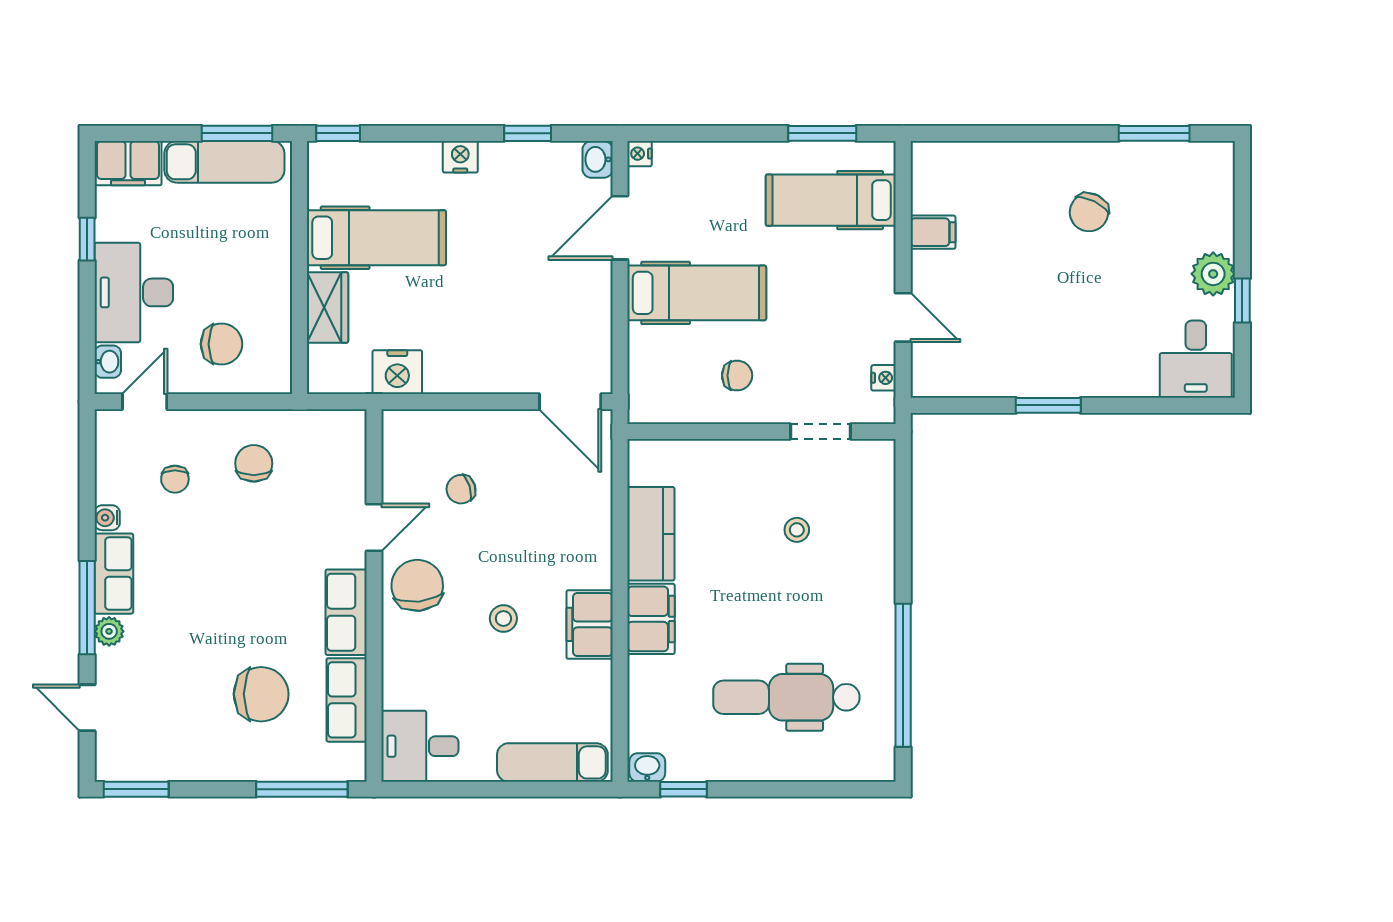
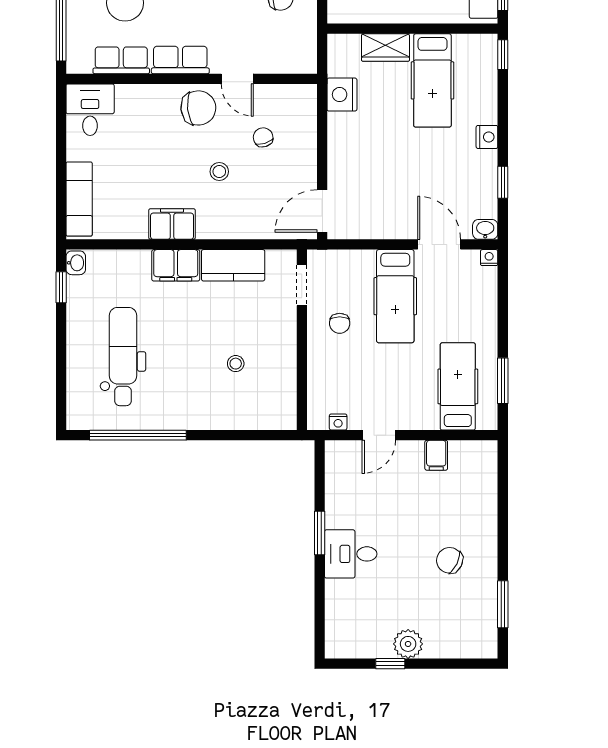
desk: (1196, 359) -> (351, 554), moved
doorway: (821, 431) -> (302, 285), moved
stool: (503, 618) -> (219, 172), moved

